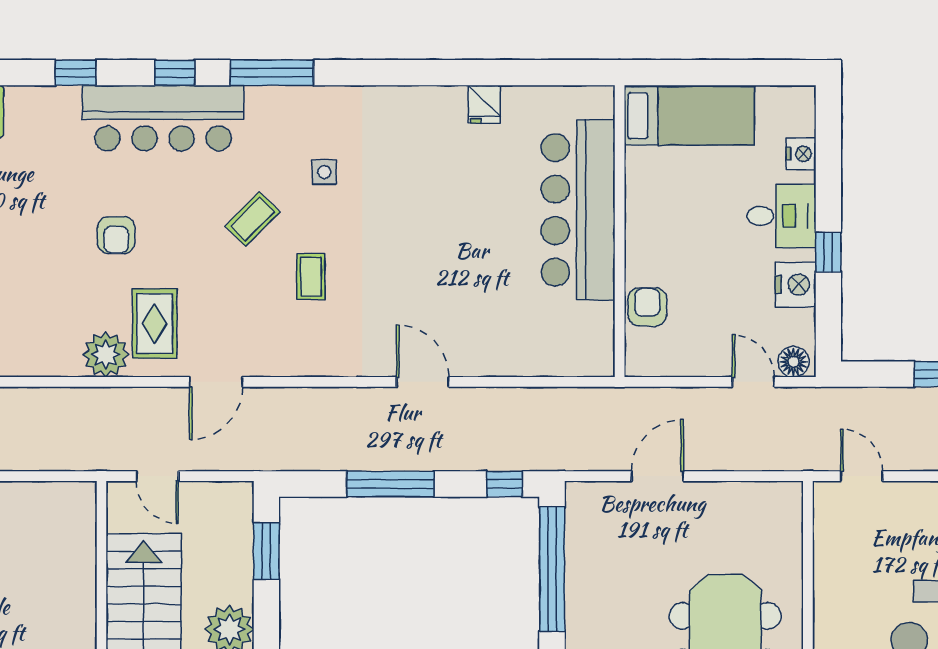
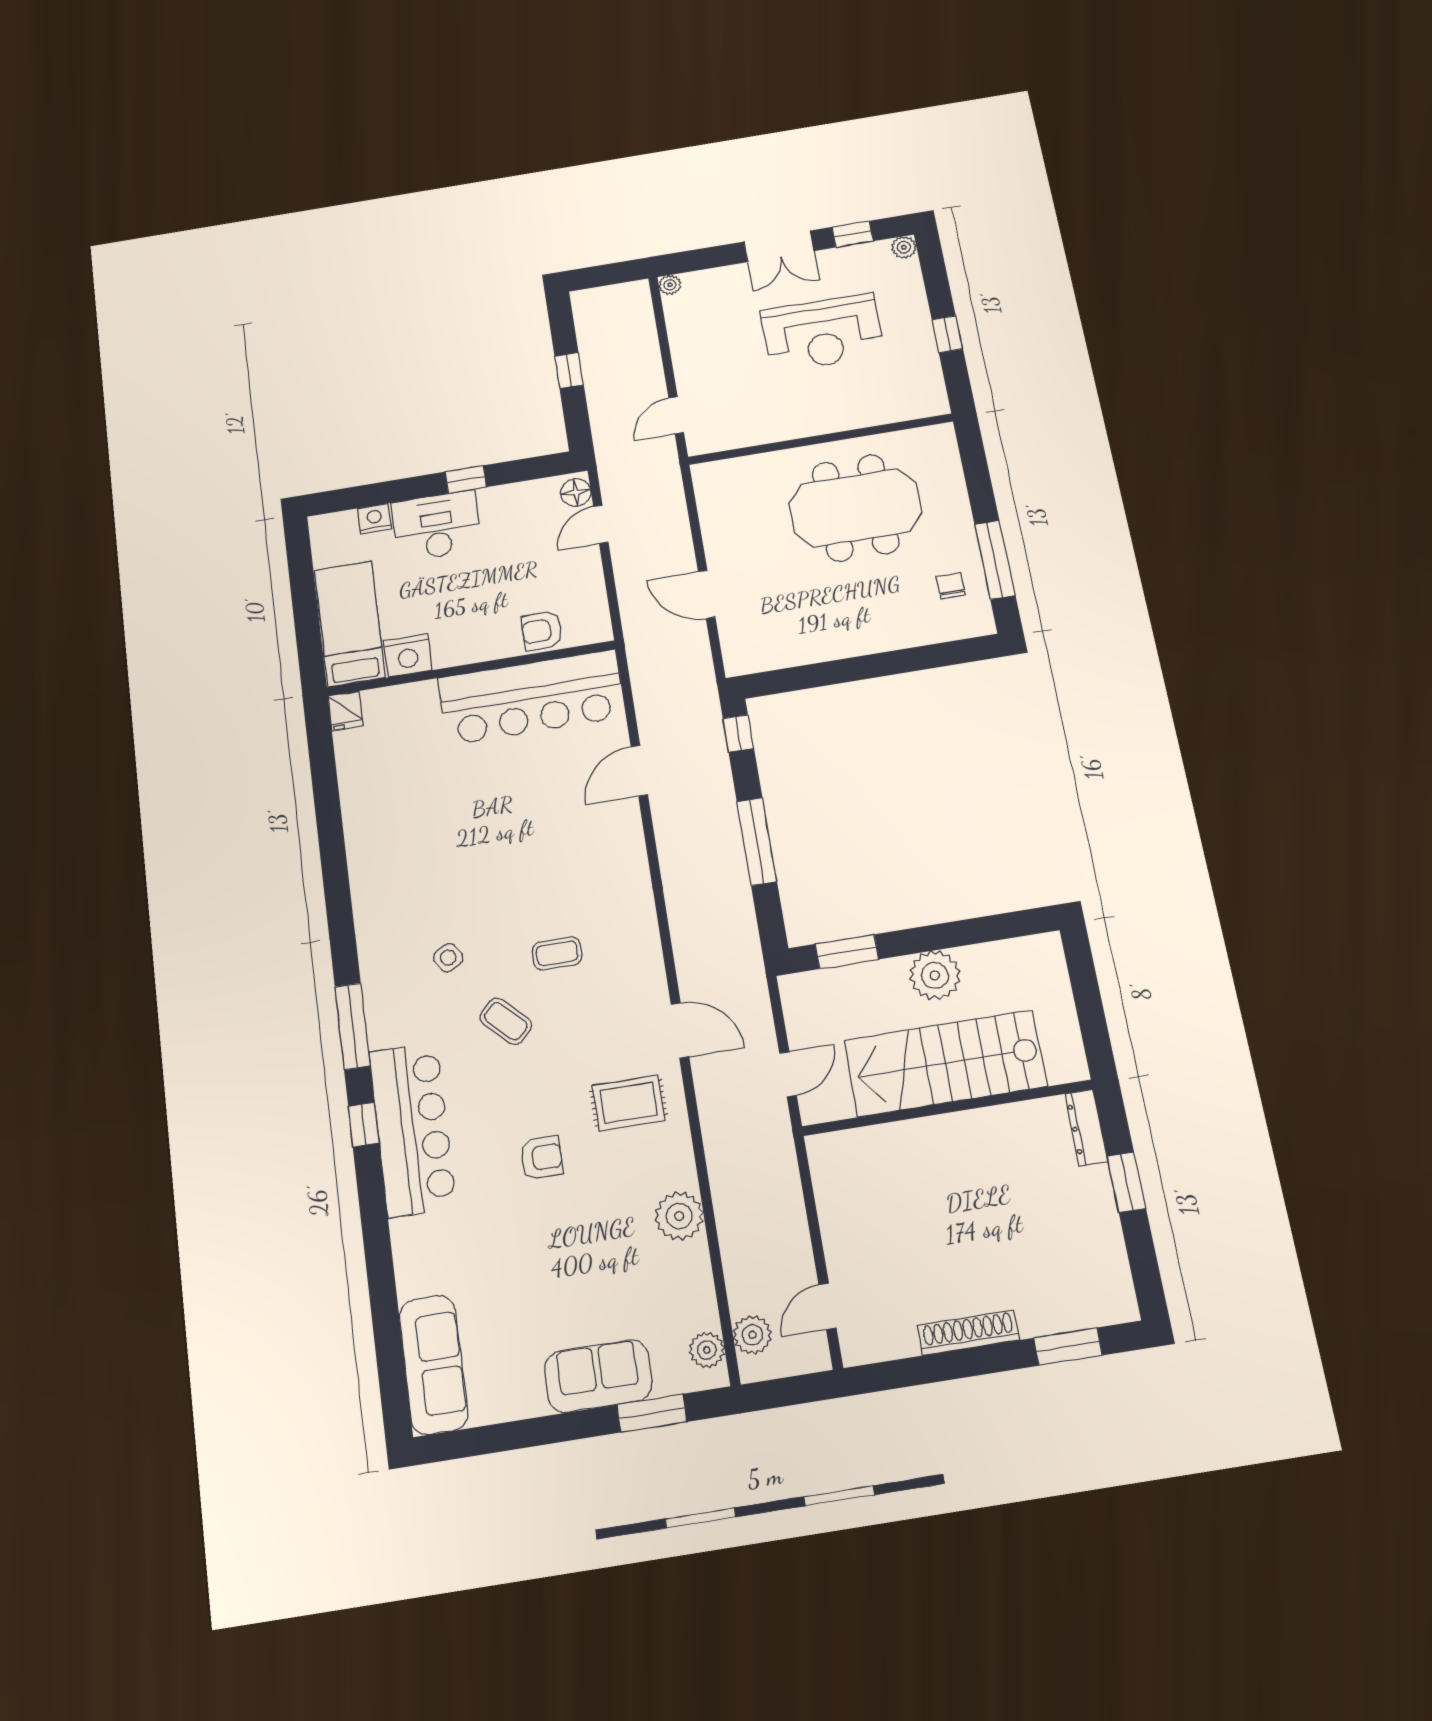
window: (75, 73) -> (375, 1228), removed
fridge: (484, 104) -> (345, 711), moved, turned 90
side table: (324, 172) -> (448, 958), turned -30
bar counter: (578, 210) -> (531, 697), moved
desk: (781, 216) -> (437, 526), width x1.37
nightstand: (796, 285) -> (408, 655), moved, turned 180
plant: (106, 355) -> (679, 1216), moved
door: (423, 382) -> (639, 771), moved
window: (552, 569) -> (816, 675), removed

